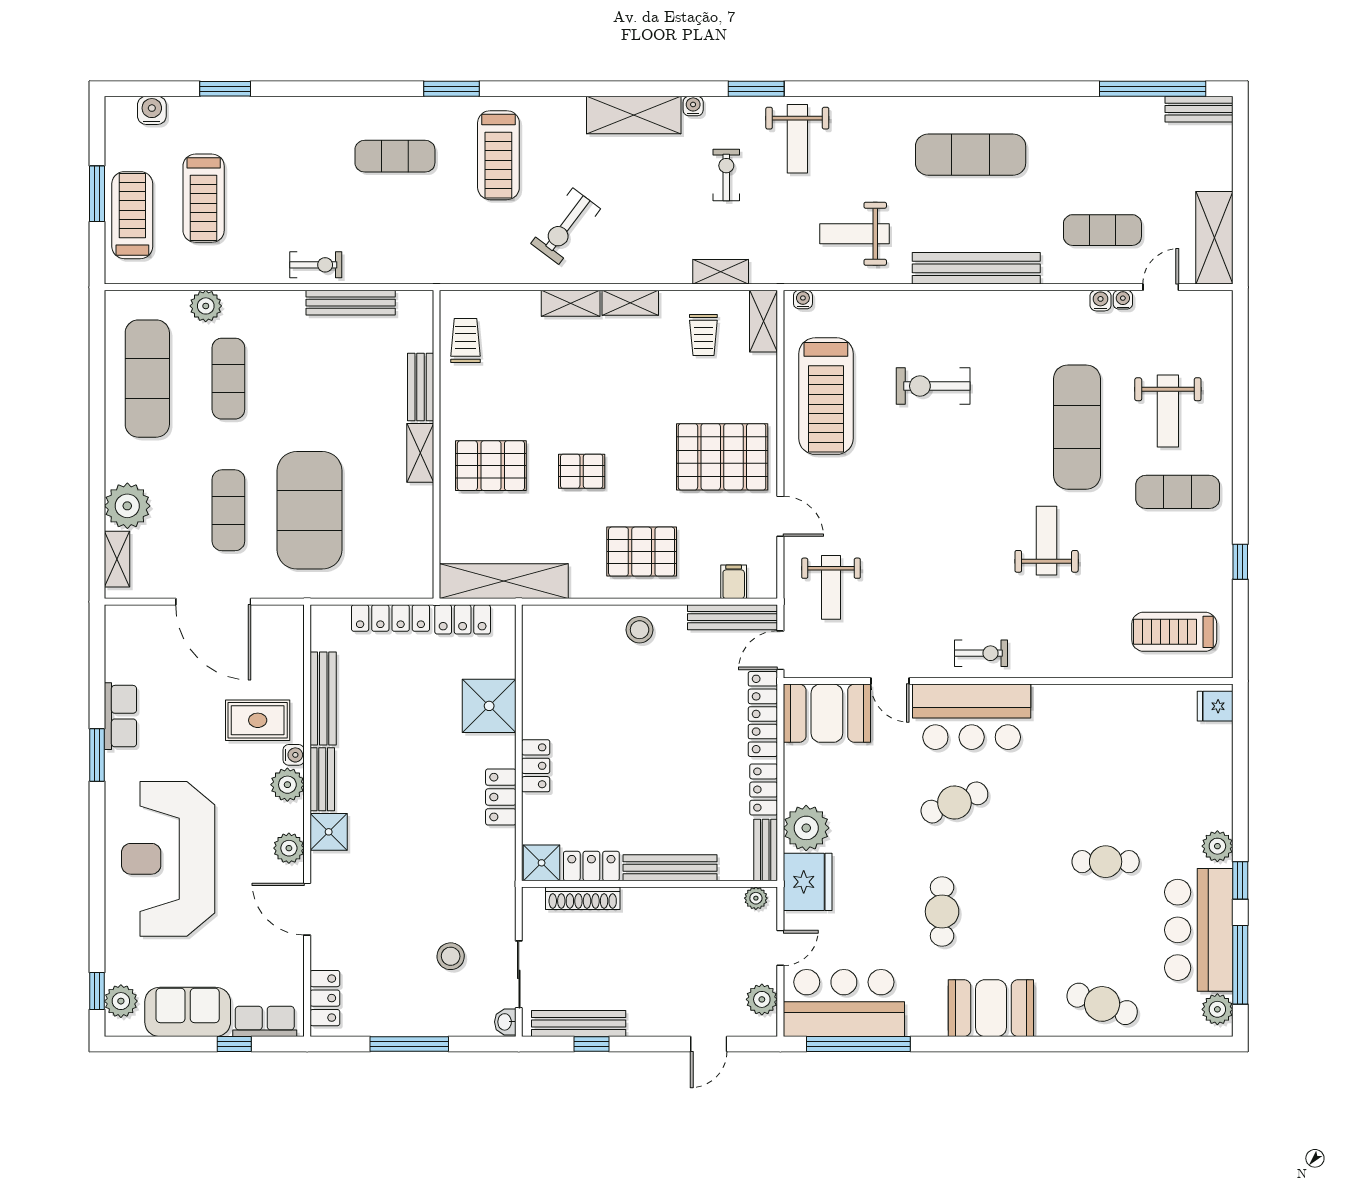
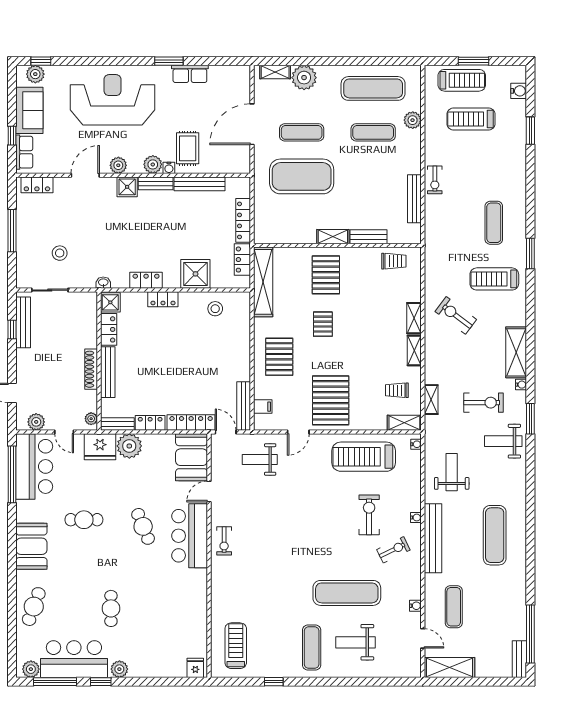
exercise bike: (726, 175) -> (484, 403), width x1.38, depth x1.39
water cooler: (1123, 300) -> (416, 518), moved
exercise bike: (997, 341) -> (393, 550), added
weight bench: (1047, 541) -> (285, 576), removed
stool: (640, 630) -> (215, 309), moved
shoe rack: (583, 898) -> (91, 369), moved
washbasin: (505, 1022) -> (103, 283), moved

